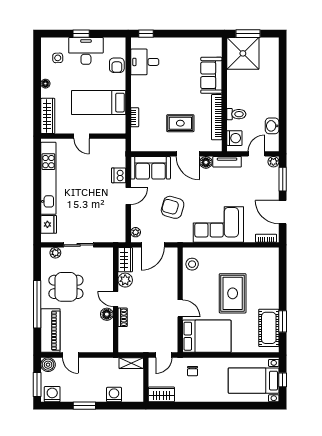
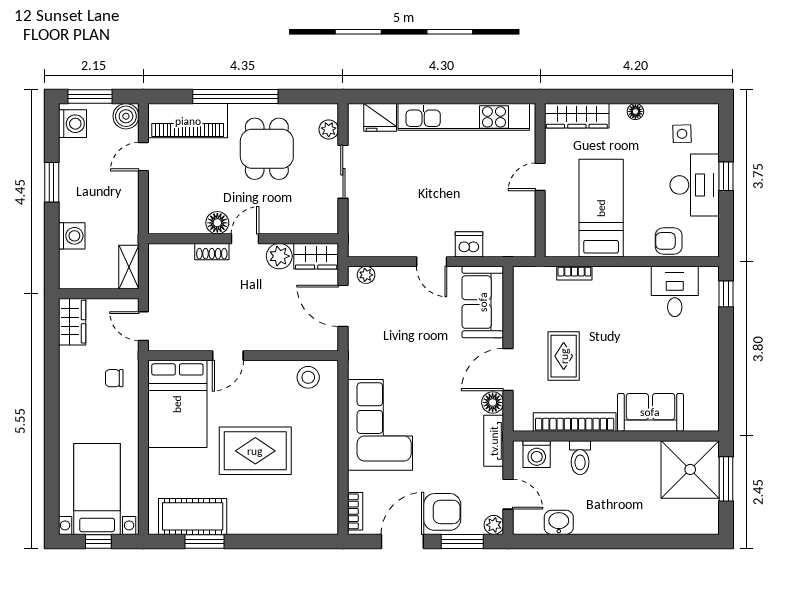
armchair: (173, 207) -> (442, 512), moved, turned 75

